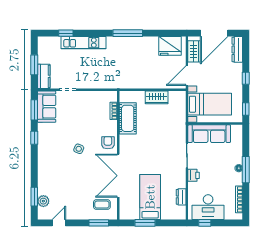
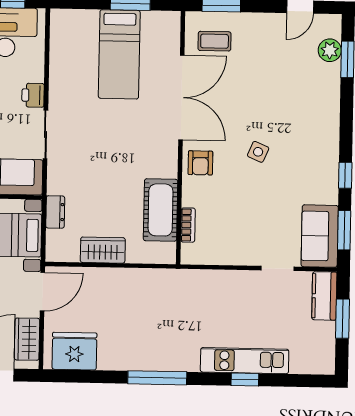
window: (66, 33) -> (245, 379), moved
dresser: (181, 197) -> (55, 212), moved

